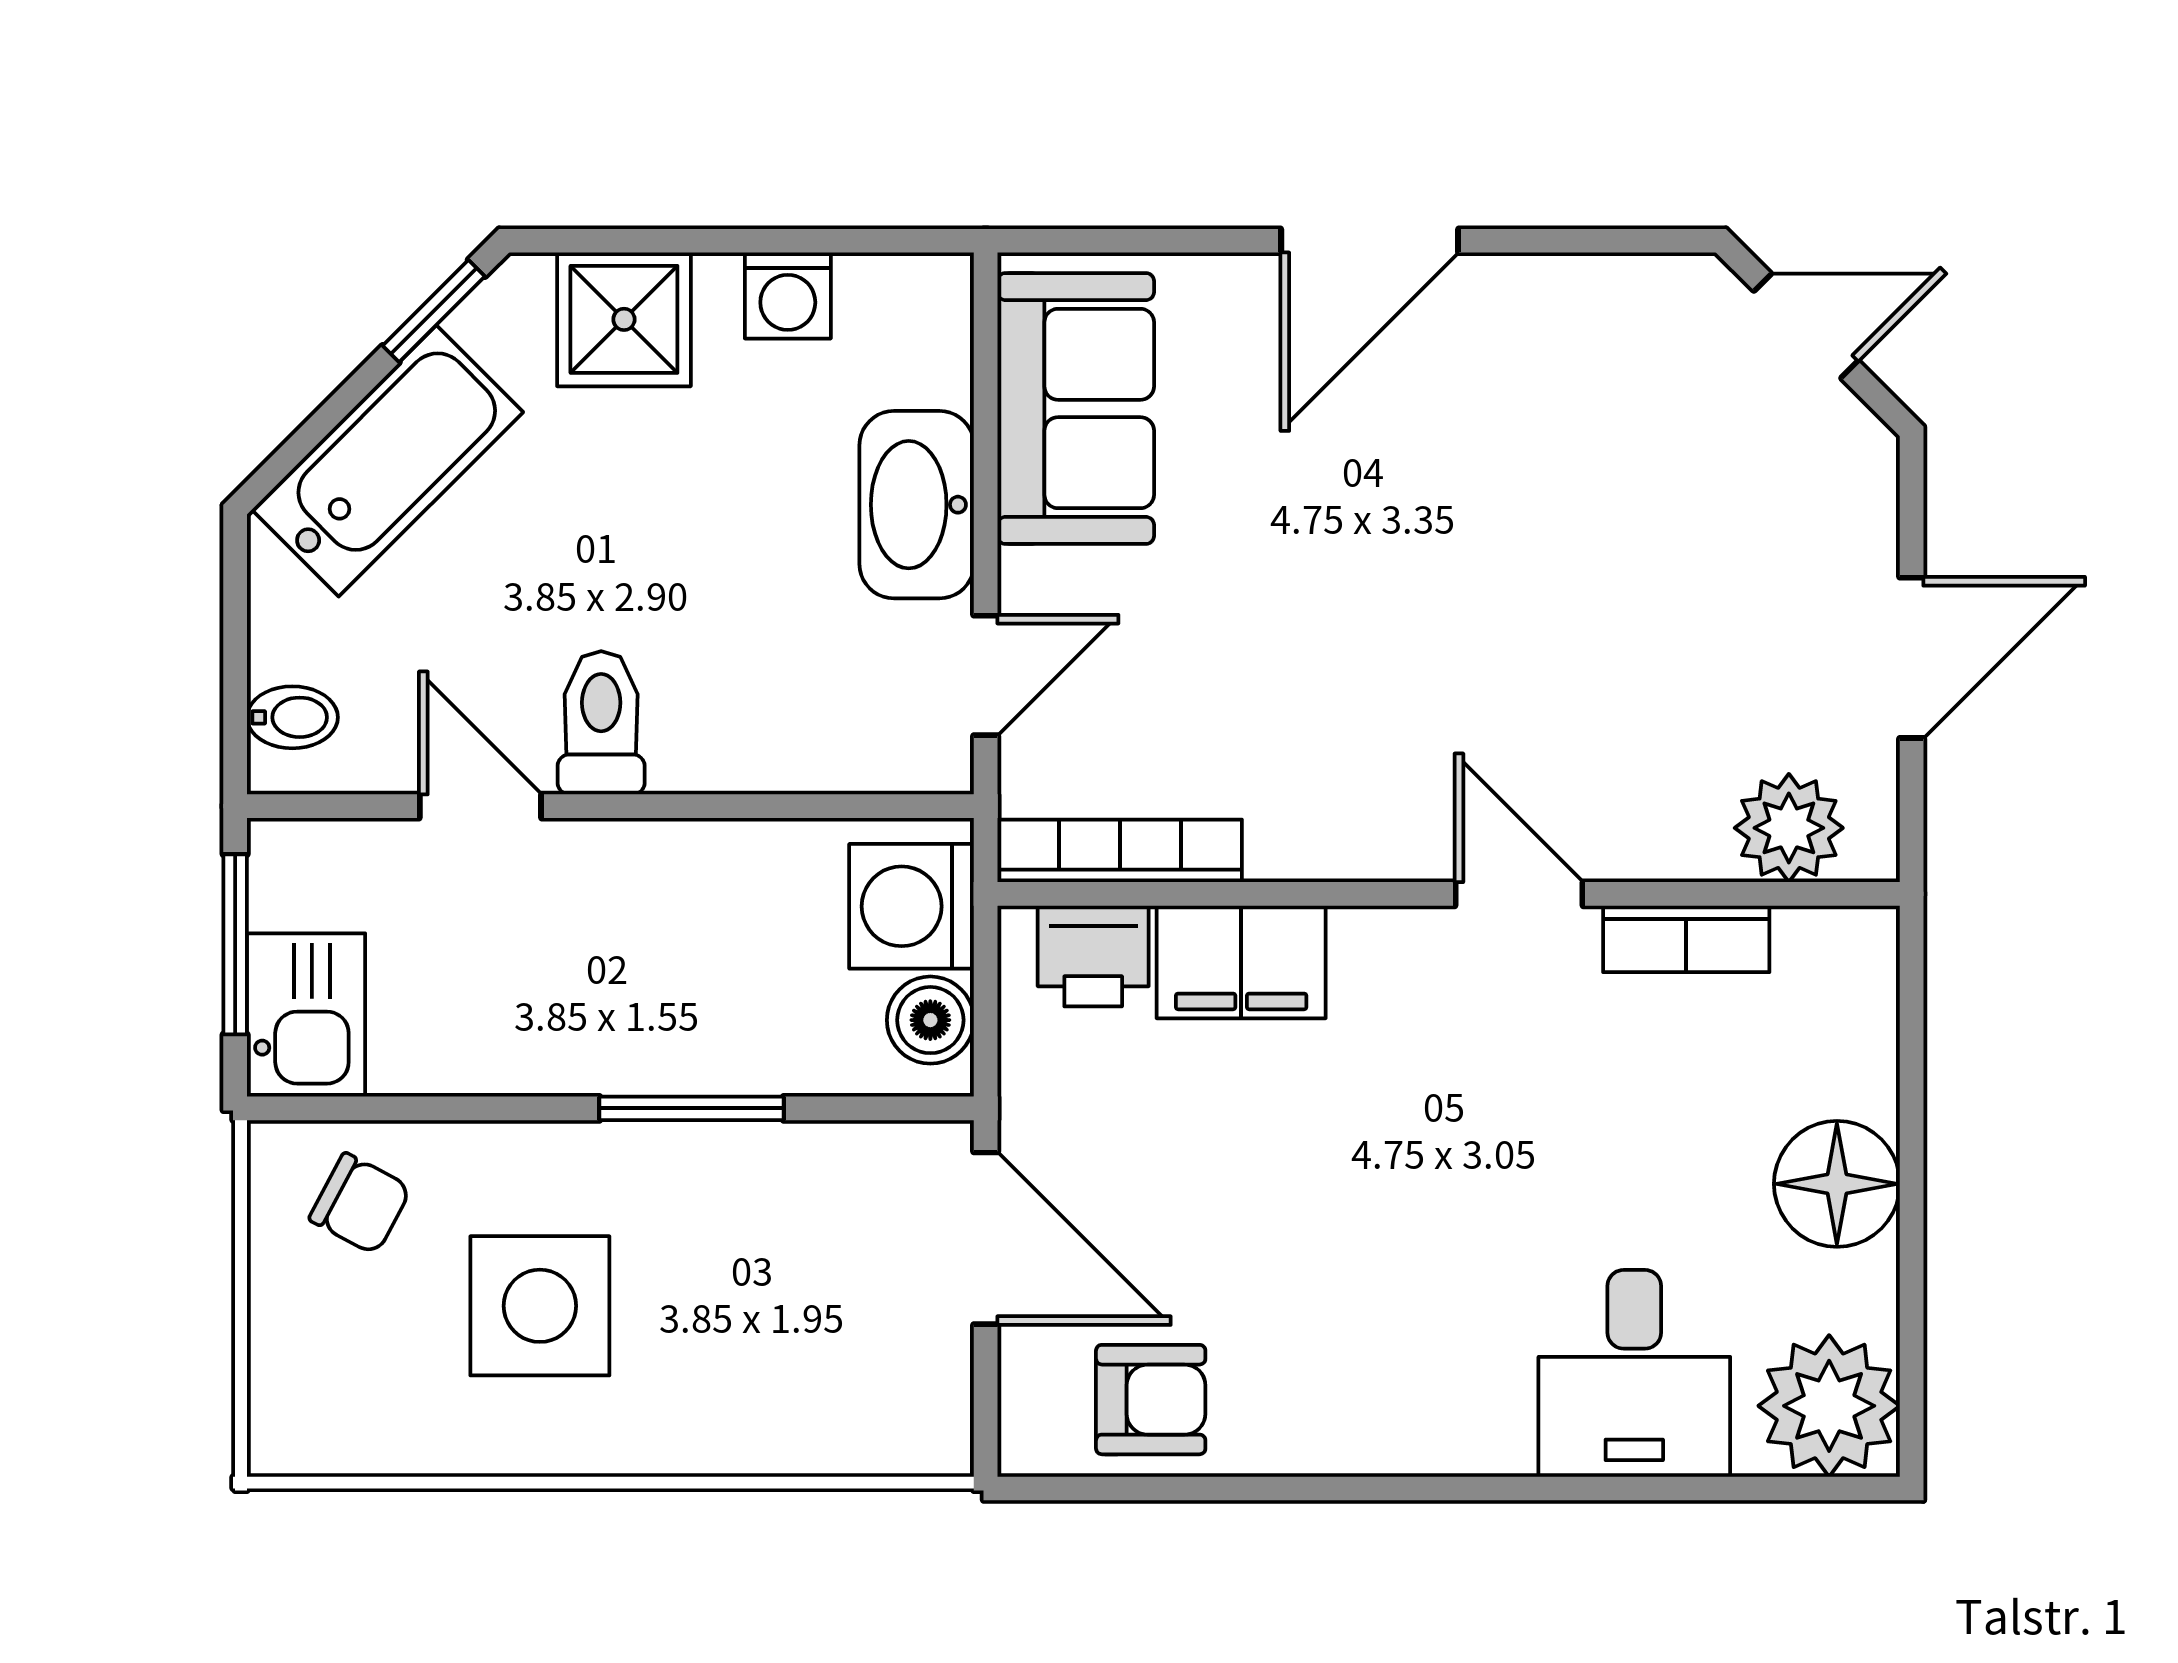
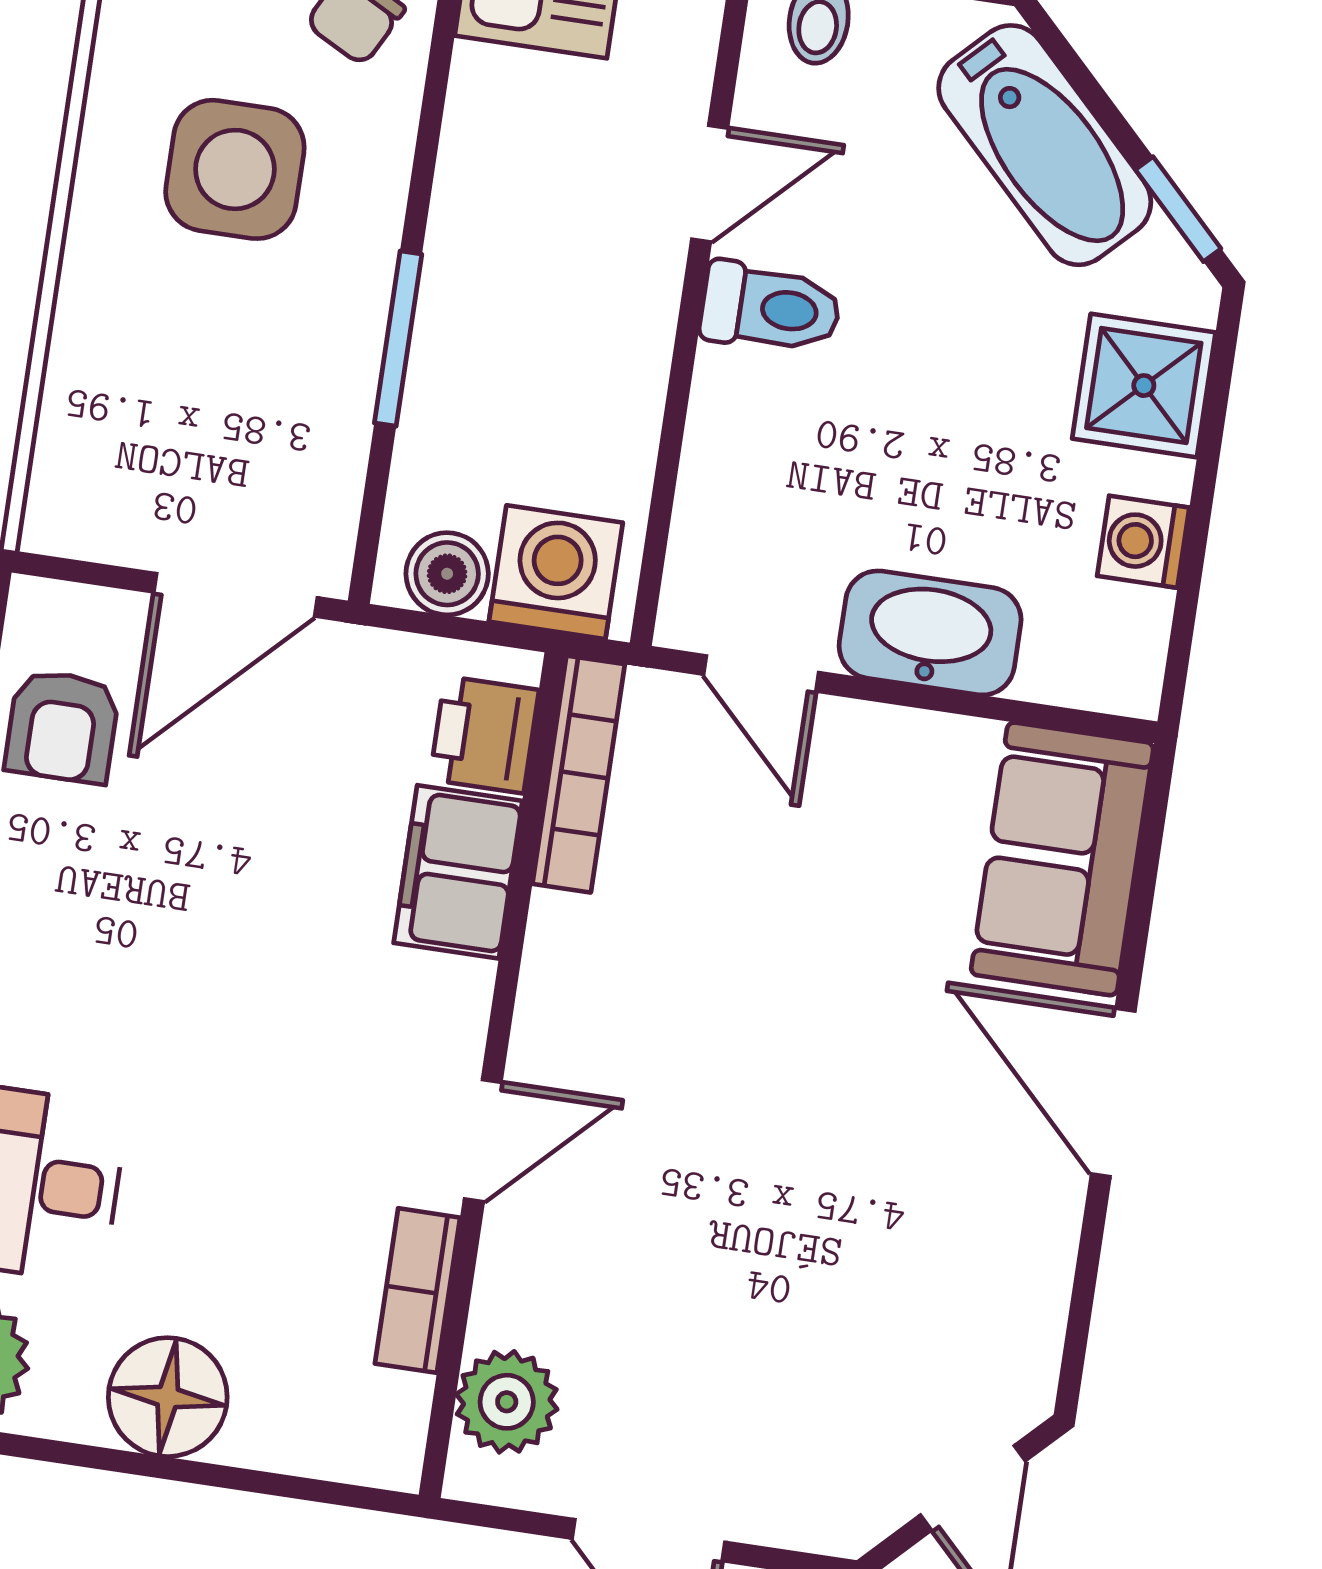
sofa: (1076, 409) -> (1062, 859), moved, turned 90

